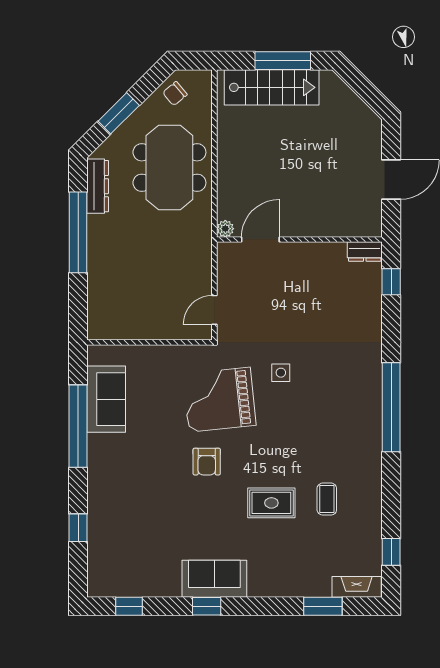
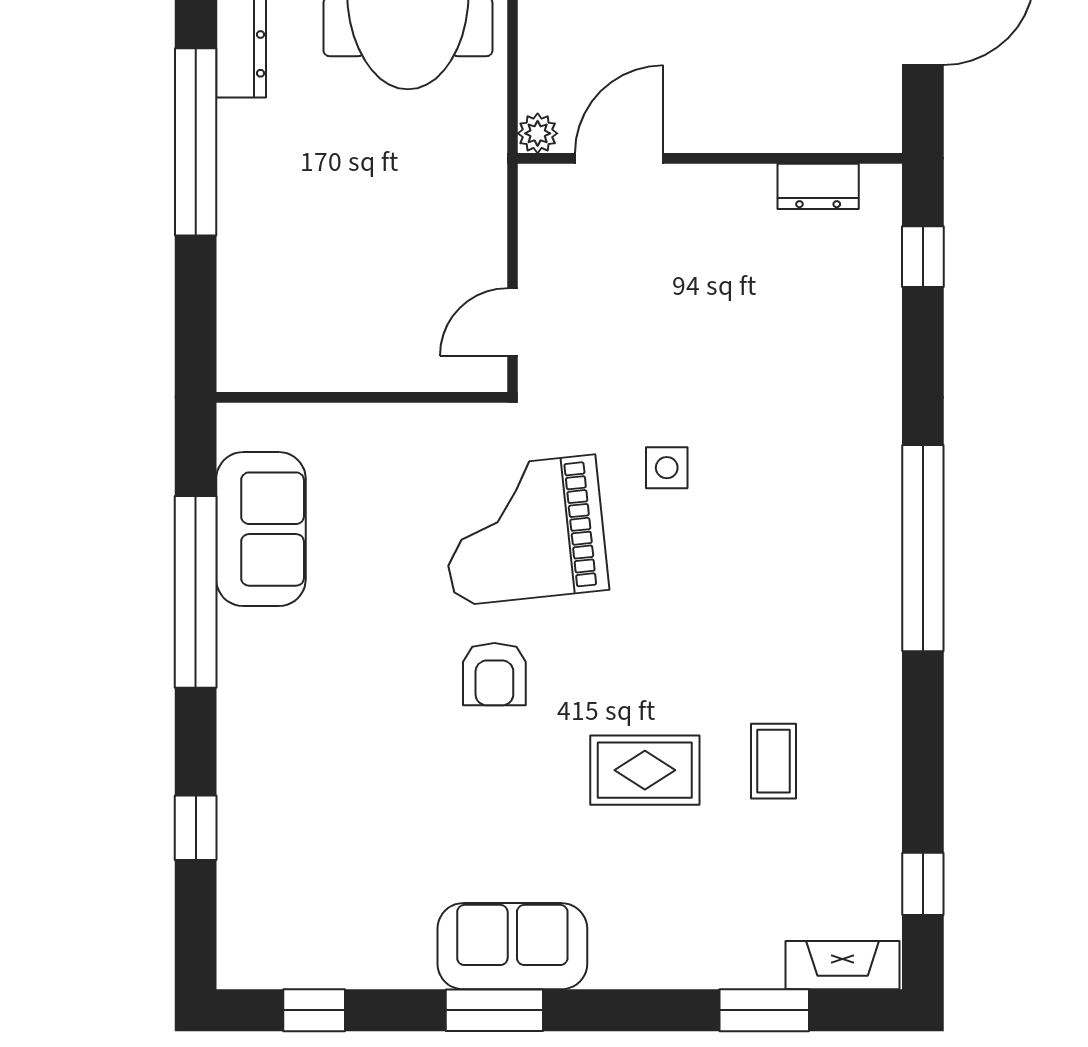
dresser: (365, 252) -> (818, 186), moved
window: (207, 606) -> (494, 1010), width x1.50

